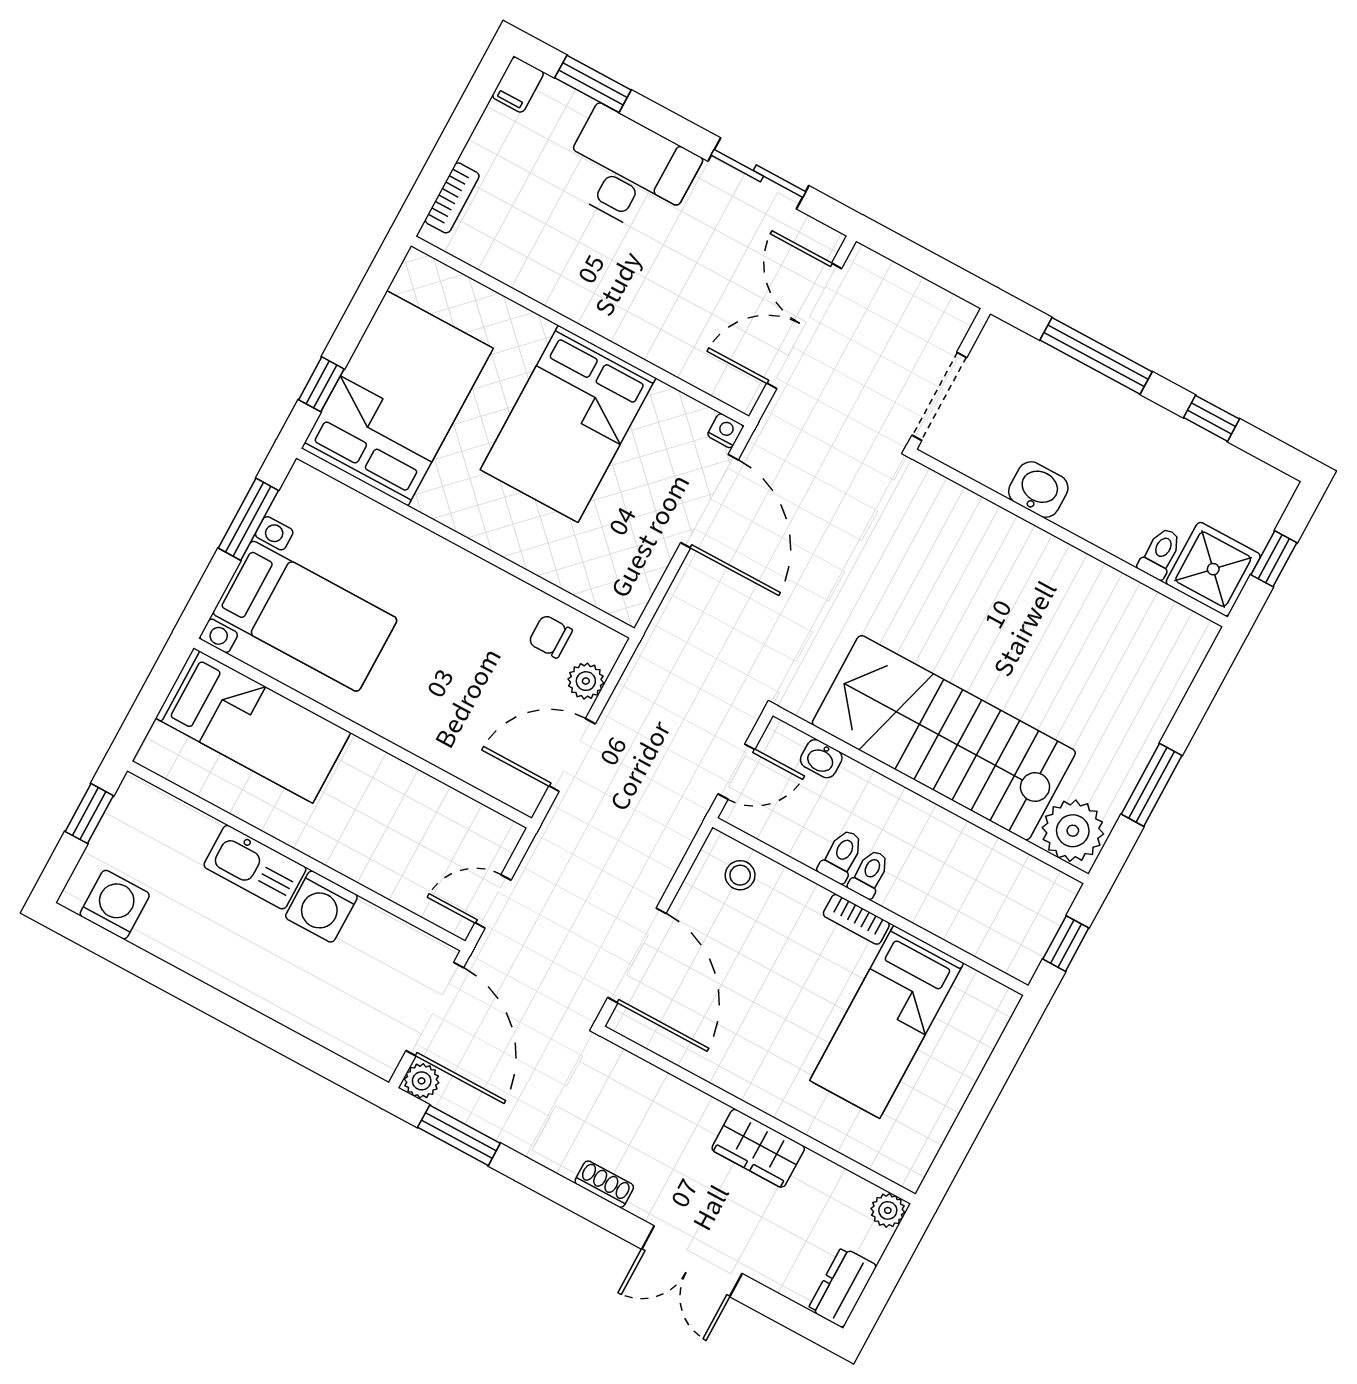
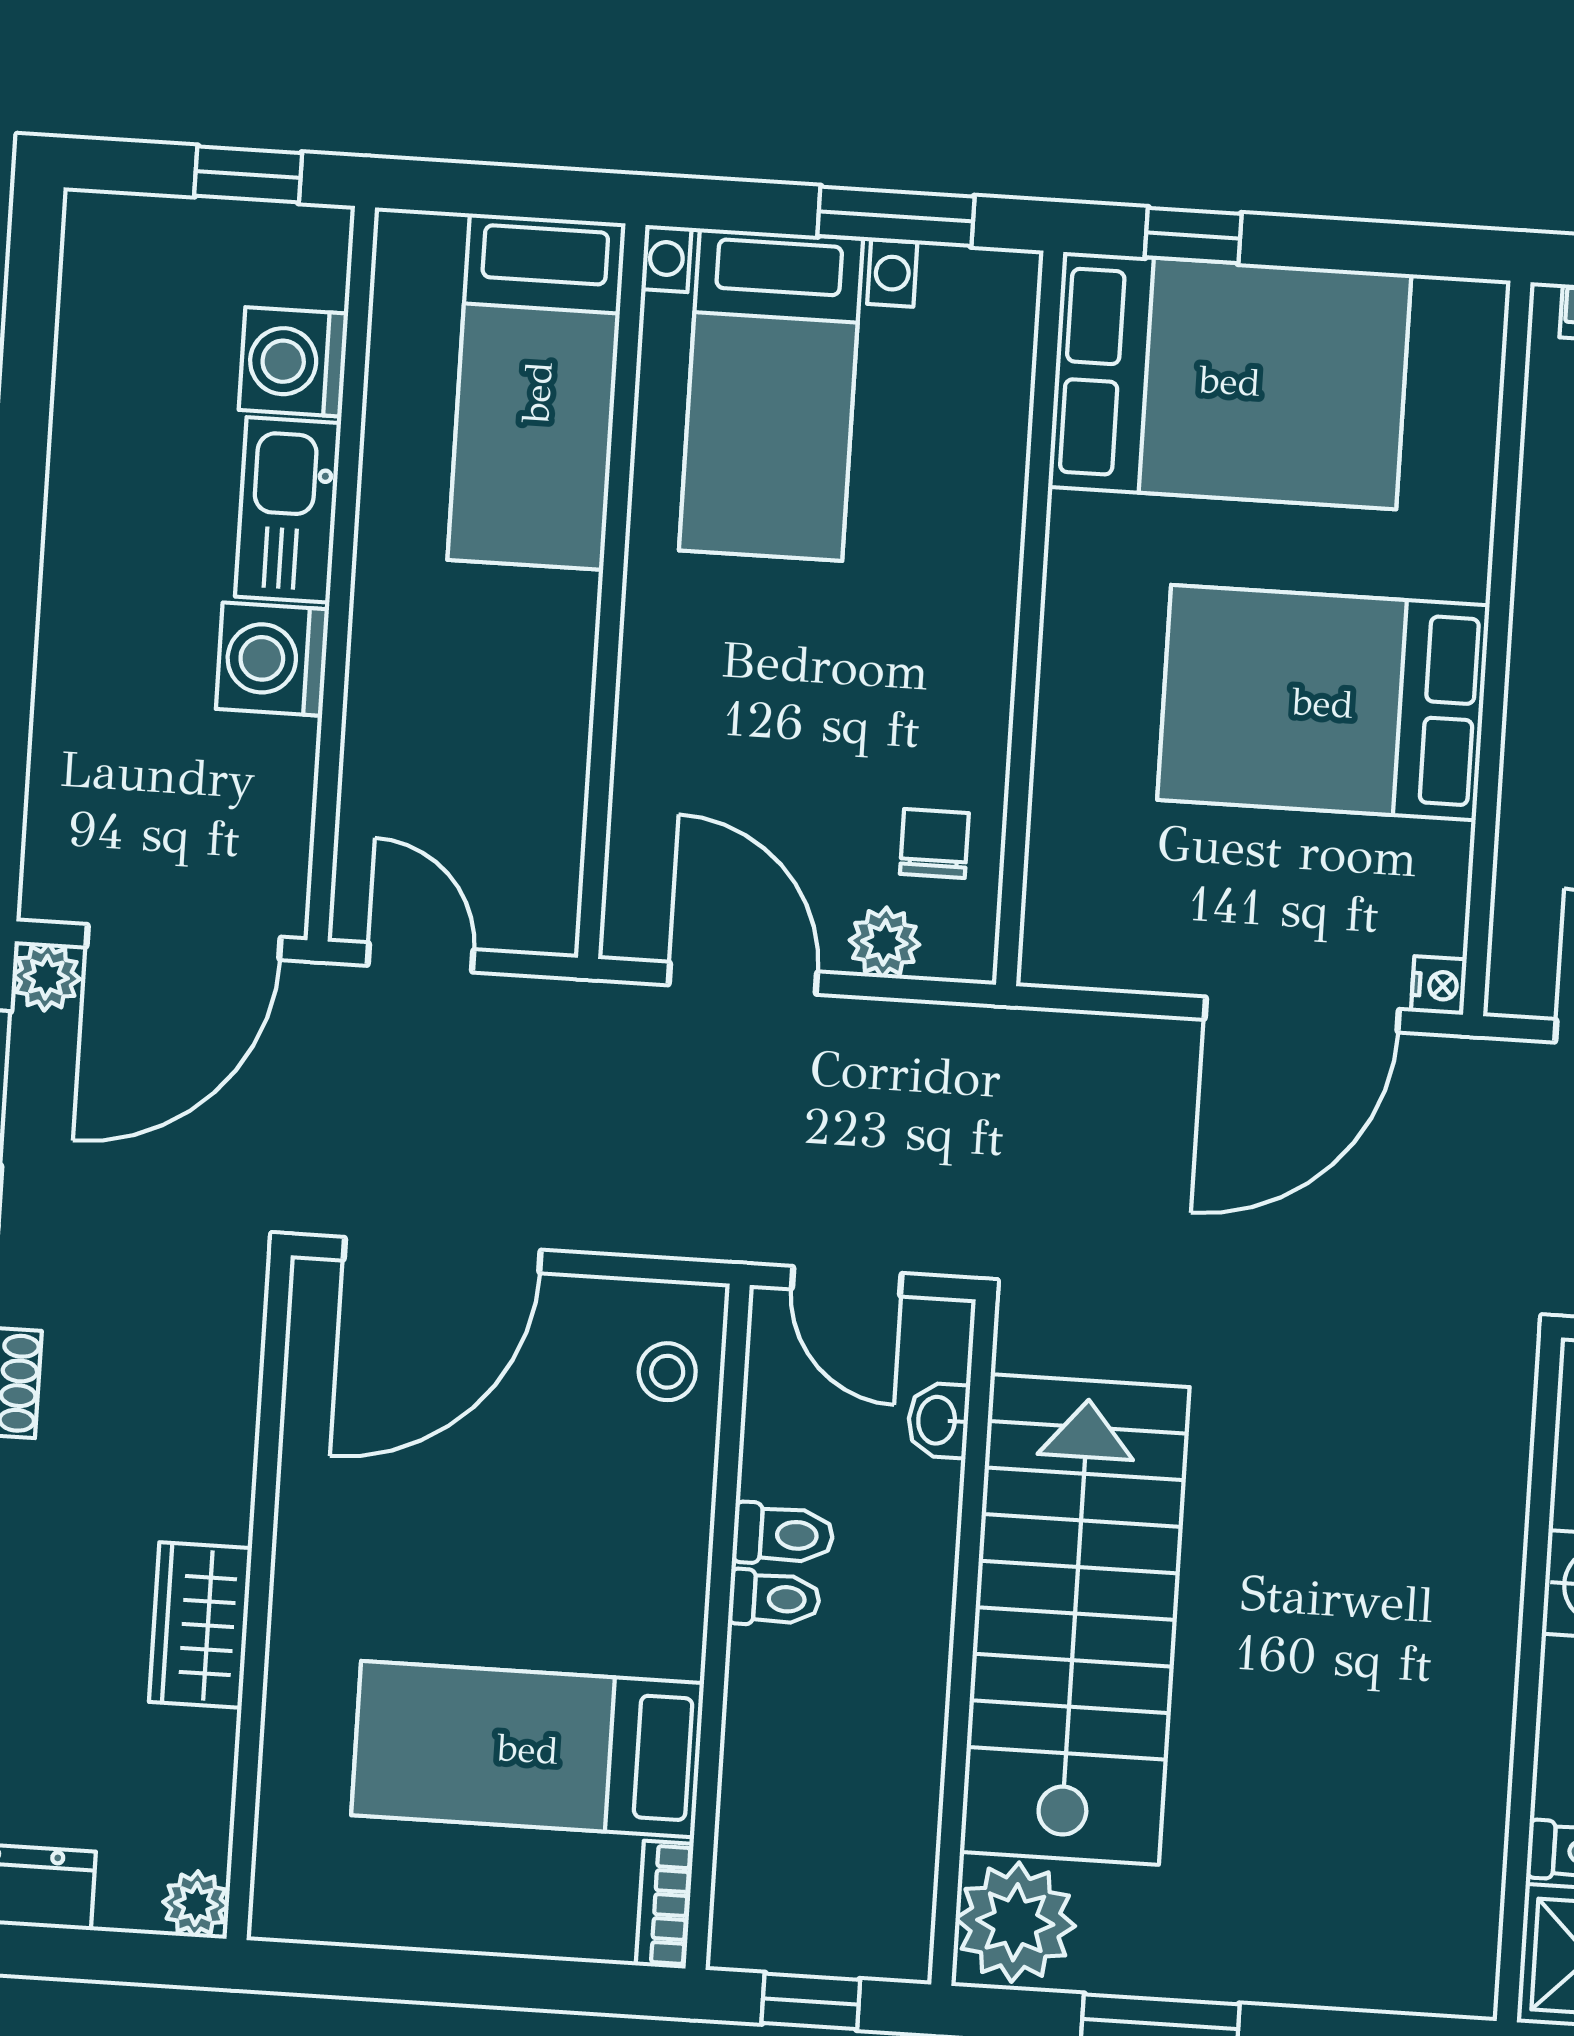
washing machine: (115, 905) -> (293, 362), moved, turned 180
bookcase: (856, 919) -> (665, 1905), moved

